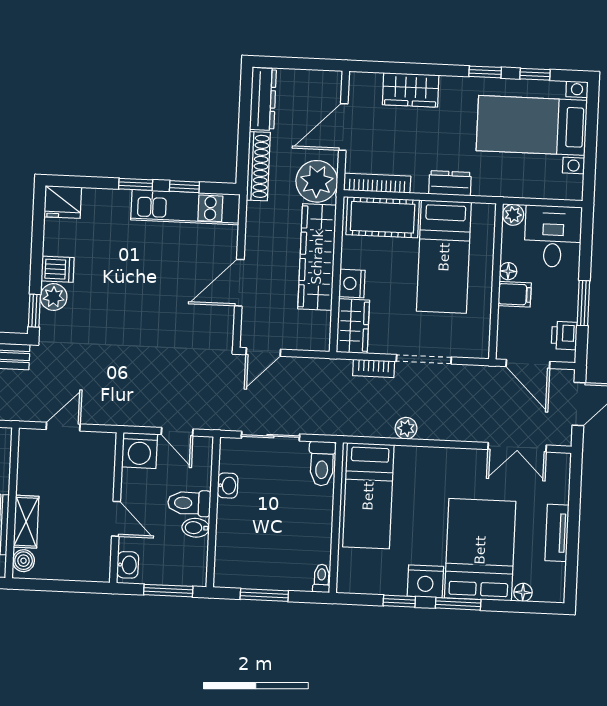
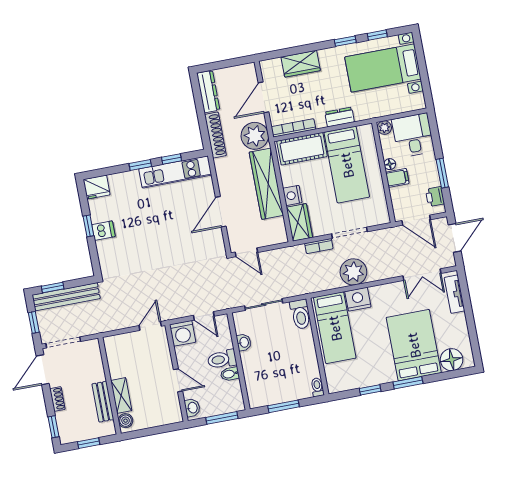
plant: (54, 297) -> (105, 249), removed
window: (34, 311) -> (88, 226), moved
door: (263, 352) -> (246, 252), hinge flipped
door: (63, 427) -> (150, 326), moved
plant: (406, 428) -> (353, 272), width x1.87, depth x1.87
tv unit: (557, 533) -> (455, 294), moved
nightstand: (425, 581) -> (358, 299), moved, turned 180
floor lamp: (523, 592) -> (452, 360), width x1.89, depth x1.89

